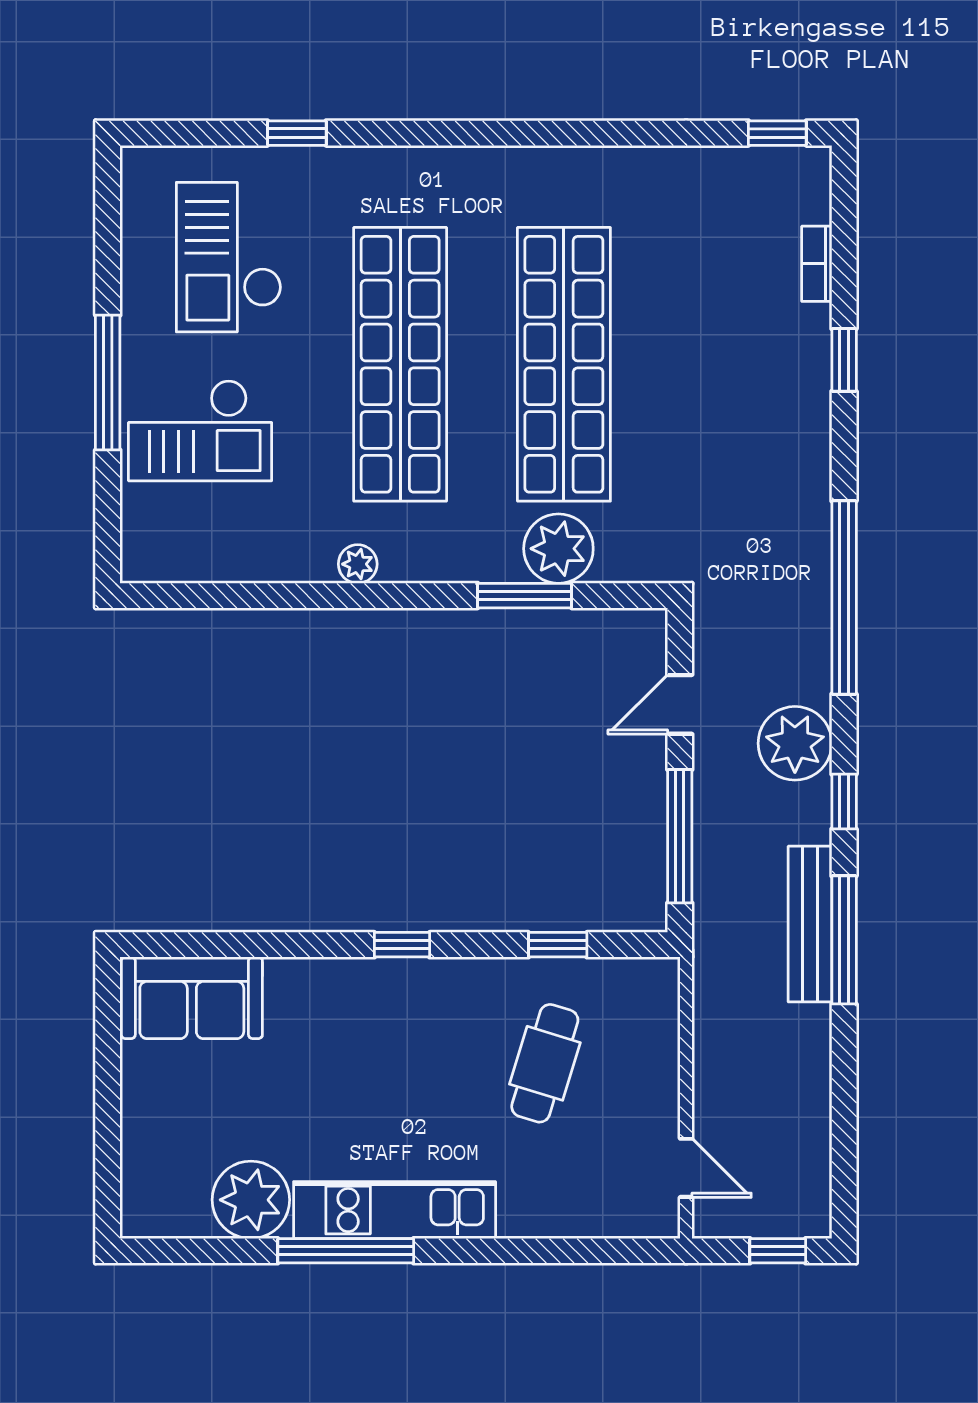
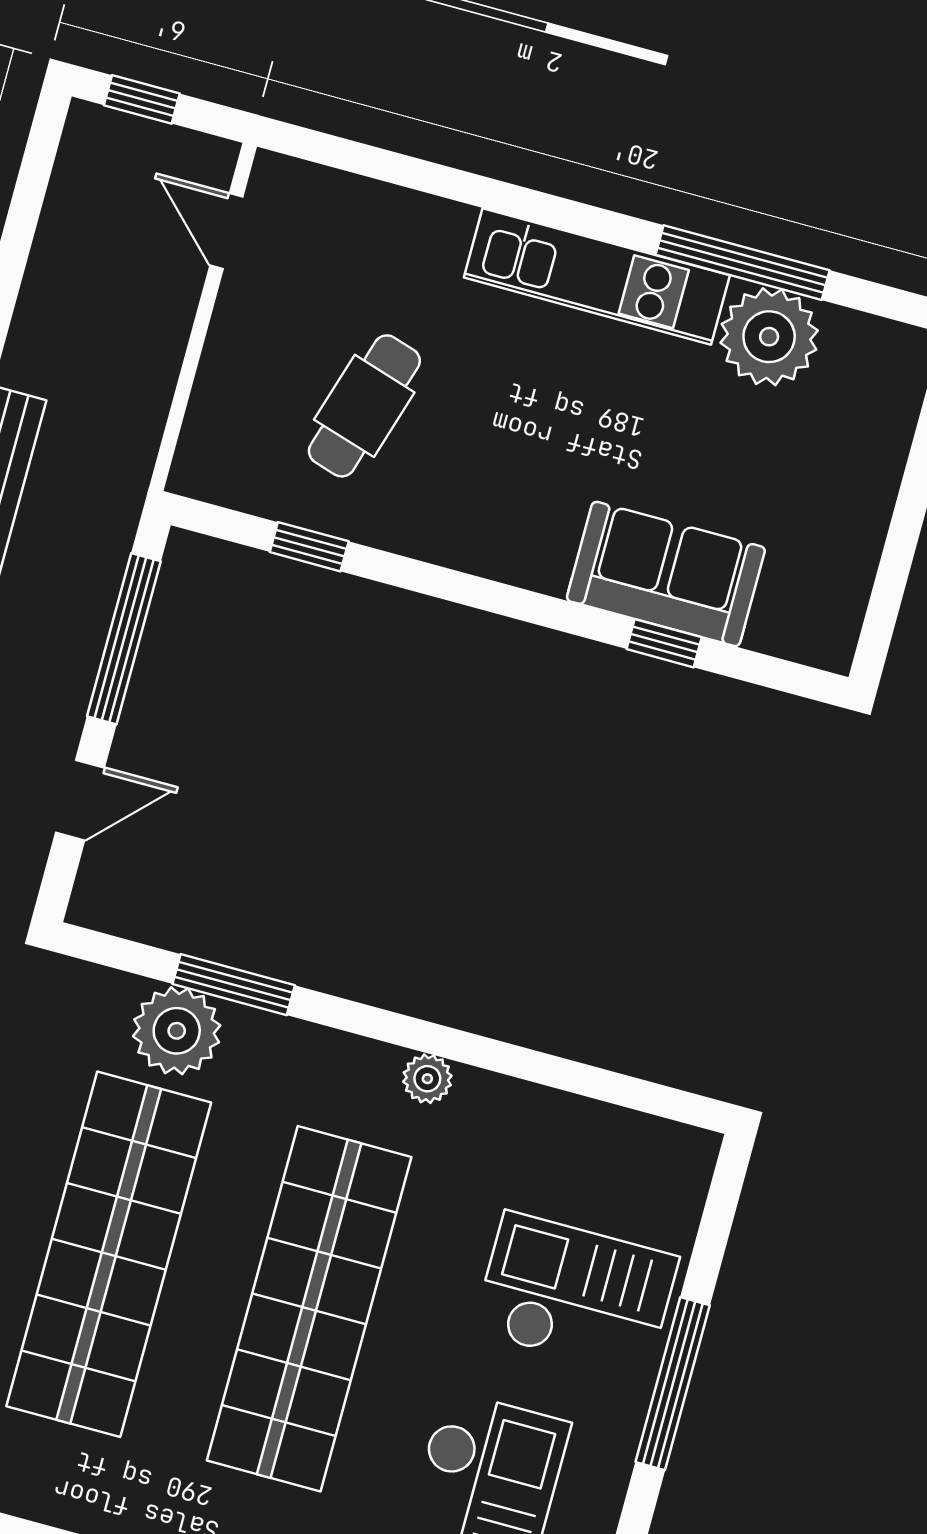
window: (402, 945) -> (664, 643), moved
sofa: (192, 998) -> (666, 574), moved
window: (346, 1251) -> (743, 263), moved

